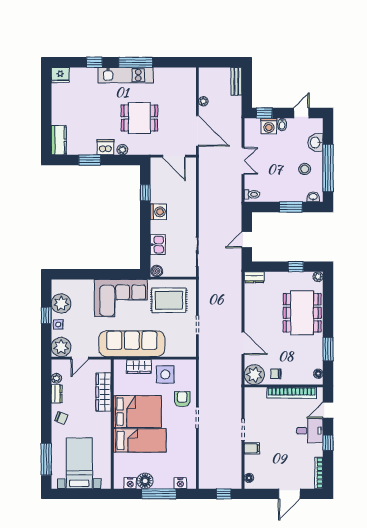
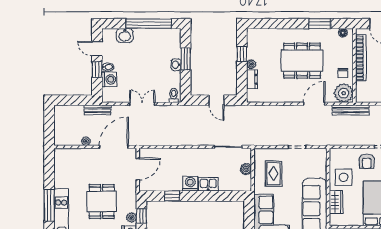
bench: (236, 81) -> (97, 110), moved
window: (264, 113) -> (97, 70), moved
window: (124, 160) -> (141, 216), added
stool: (305, 169) -> (150, 46), removed
washbasin: (313, 197) -> (176, 65), moved
kitchen sink: (158, 245) -> (208, 184), moved
boiler: (157, 271) -> (246, 169), moved
dresser: (254, 277) -> (252, 79), moved
plant: (318, 277) -> (251, 64), moved
rug: (169, 300) -> (274, 174), width x0.73, depth x0.70
dining table: (302, 313) -> (302, 61), moved
bench: (236, 382) -> (350, 110), added
armchair: (182, 399) -> (367, 161), turned -90

